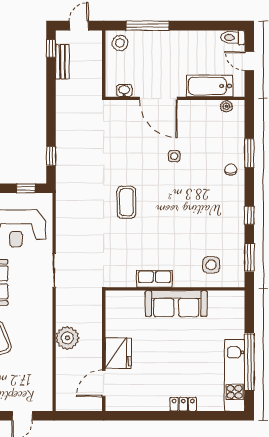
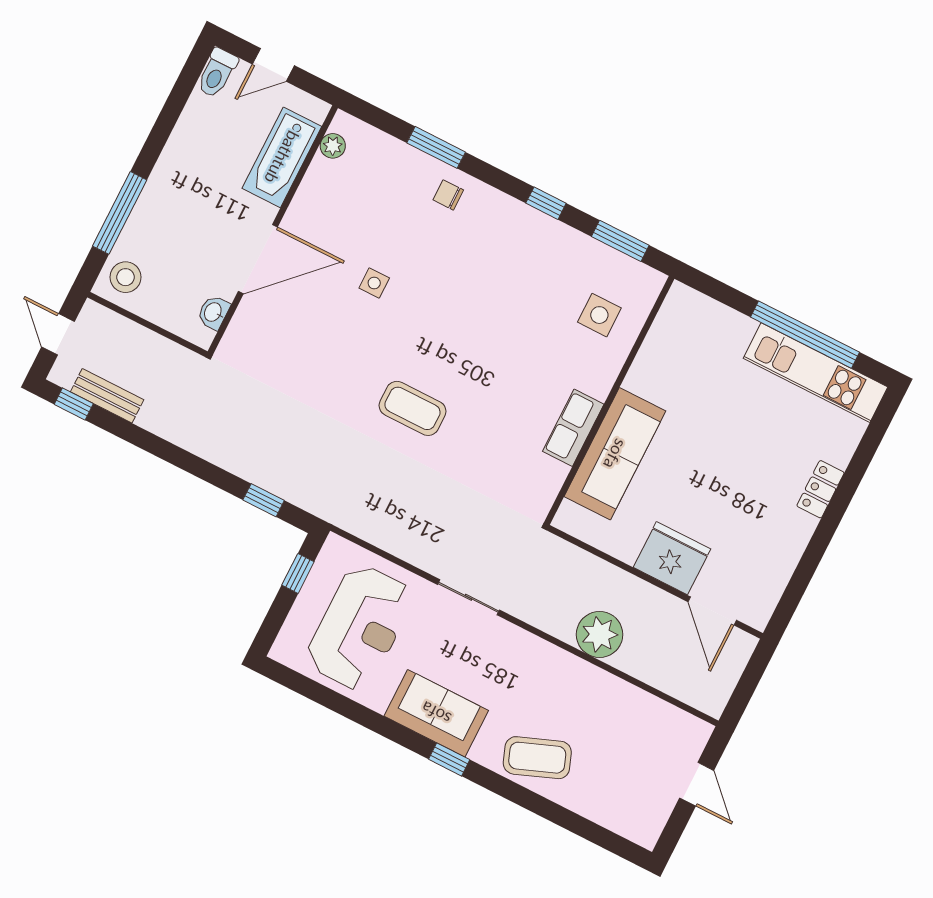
sofa: (176, 304) -> (615, 454), moved

